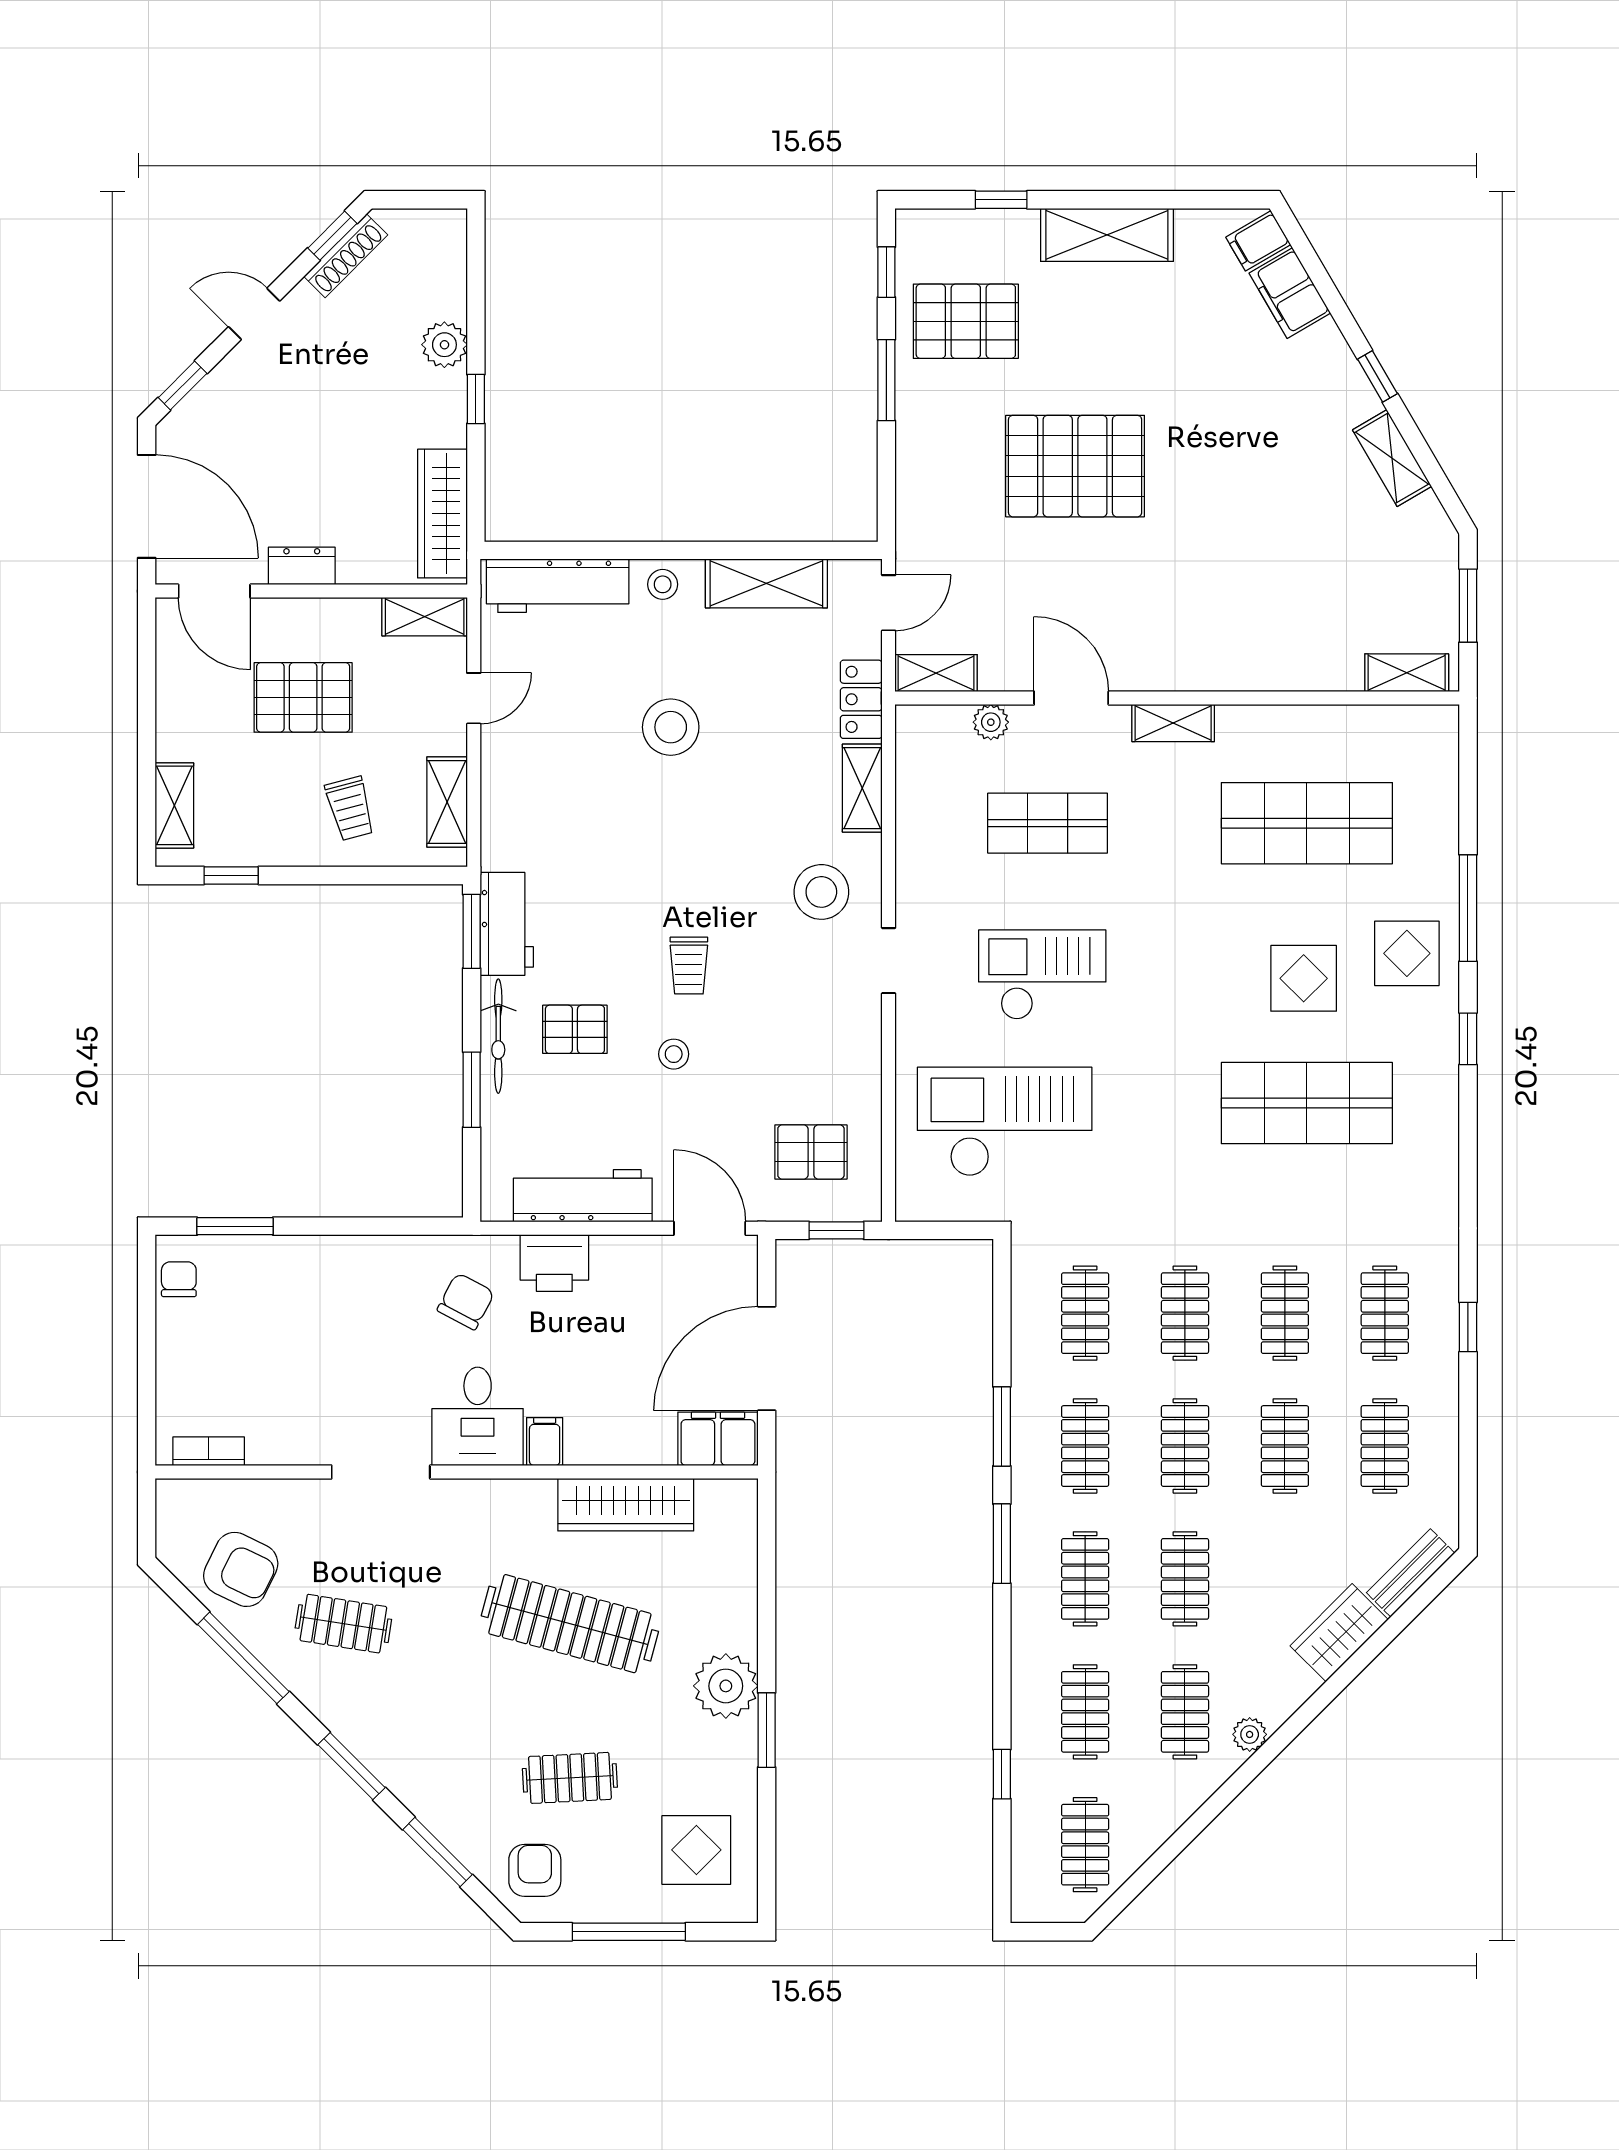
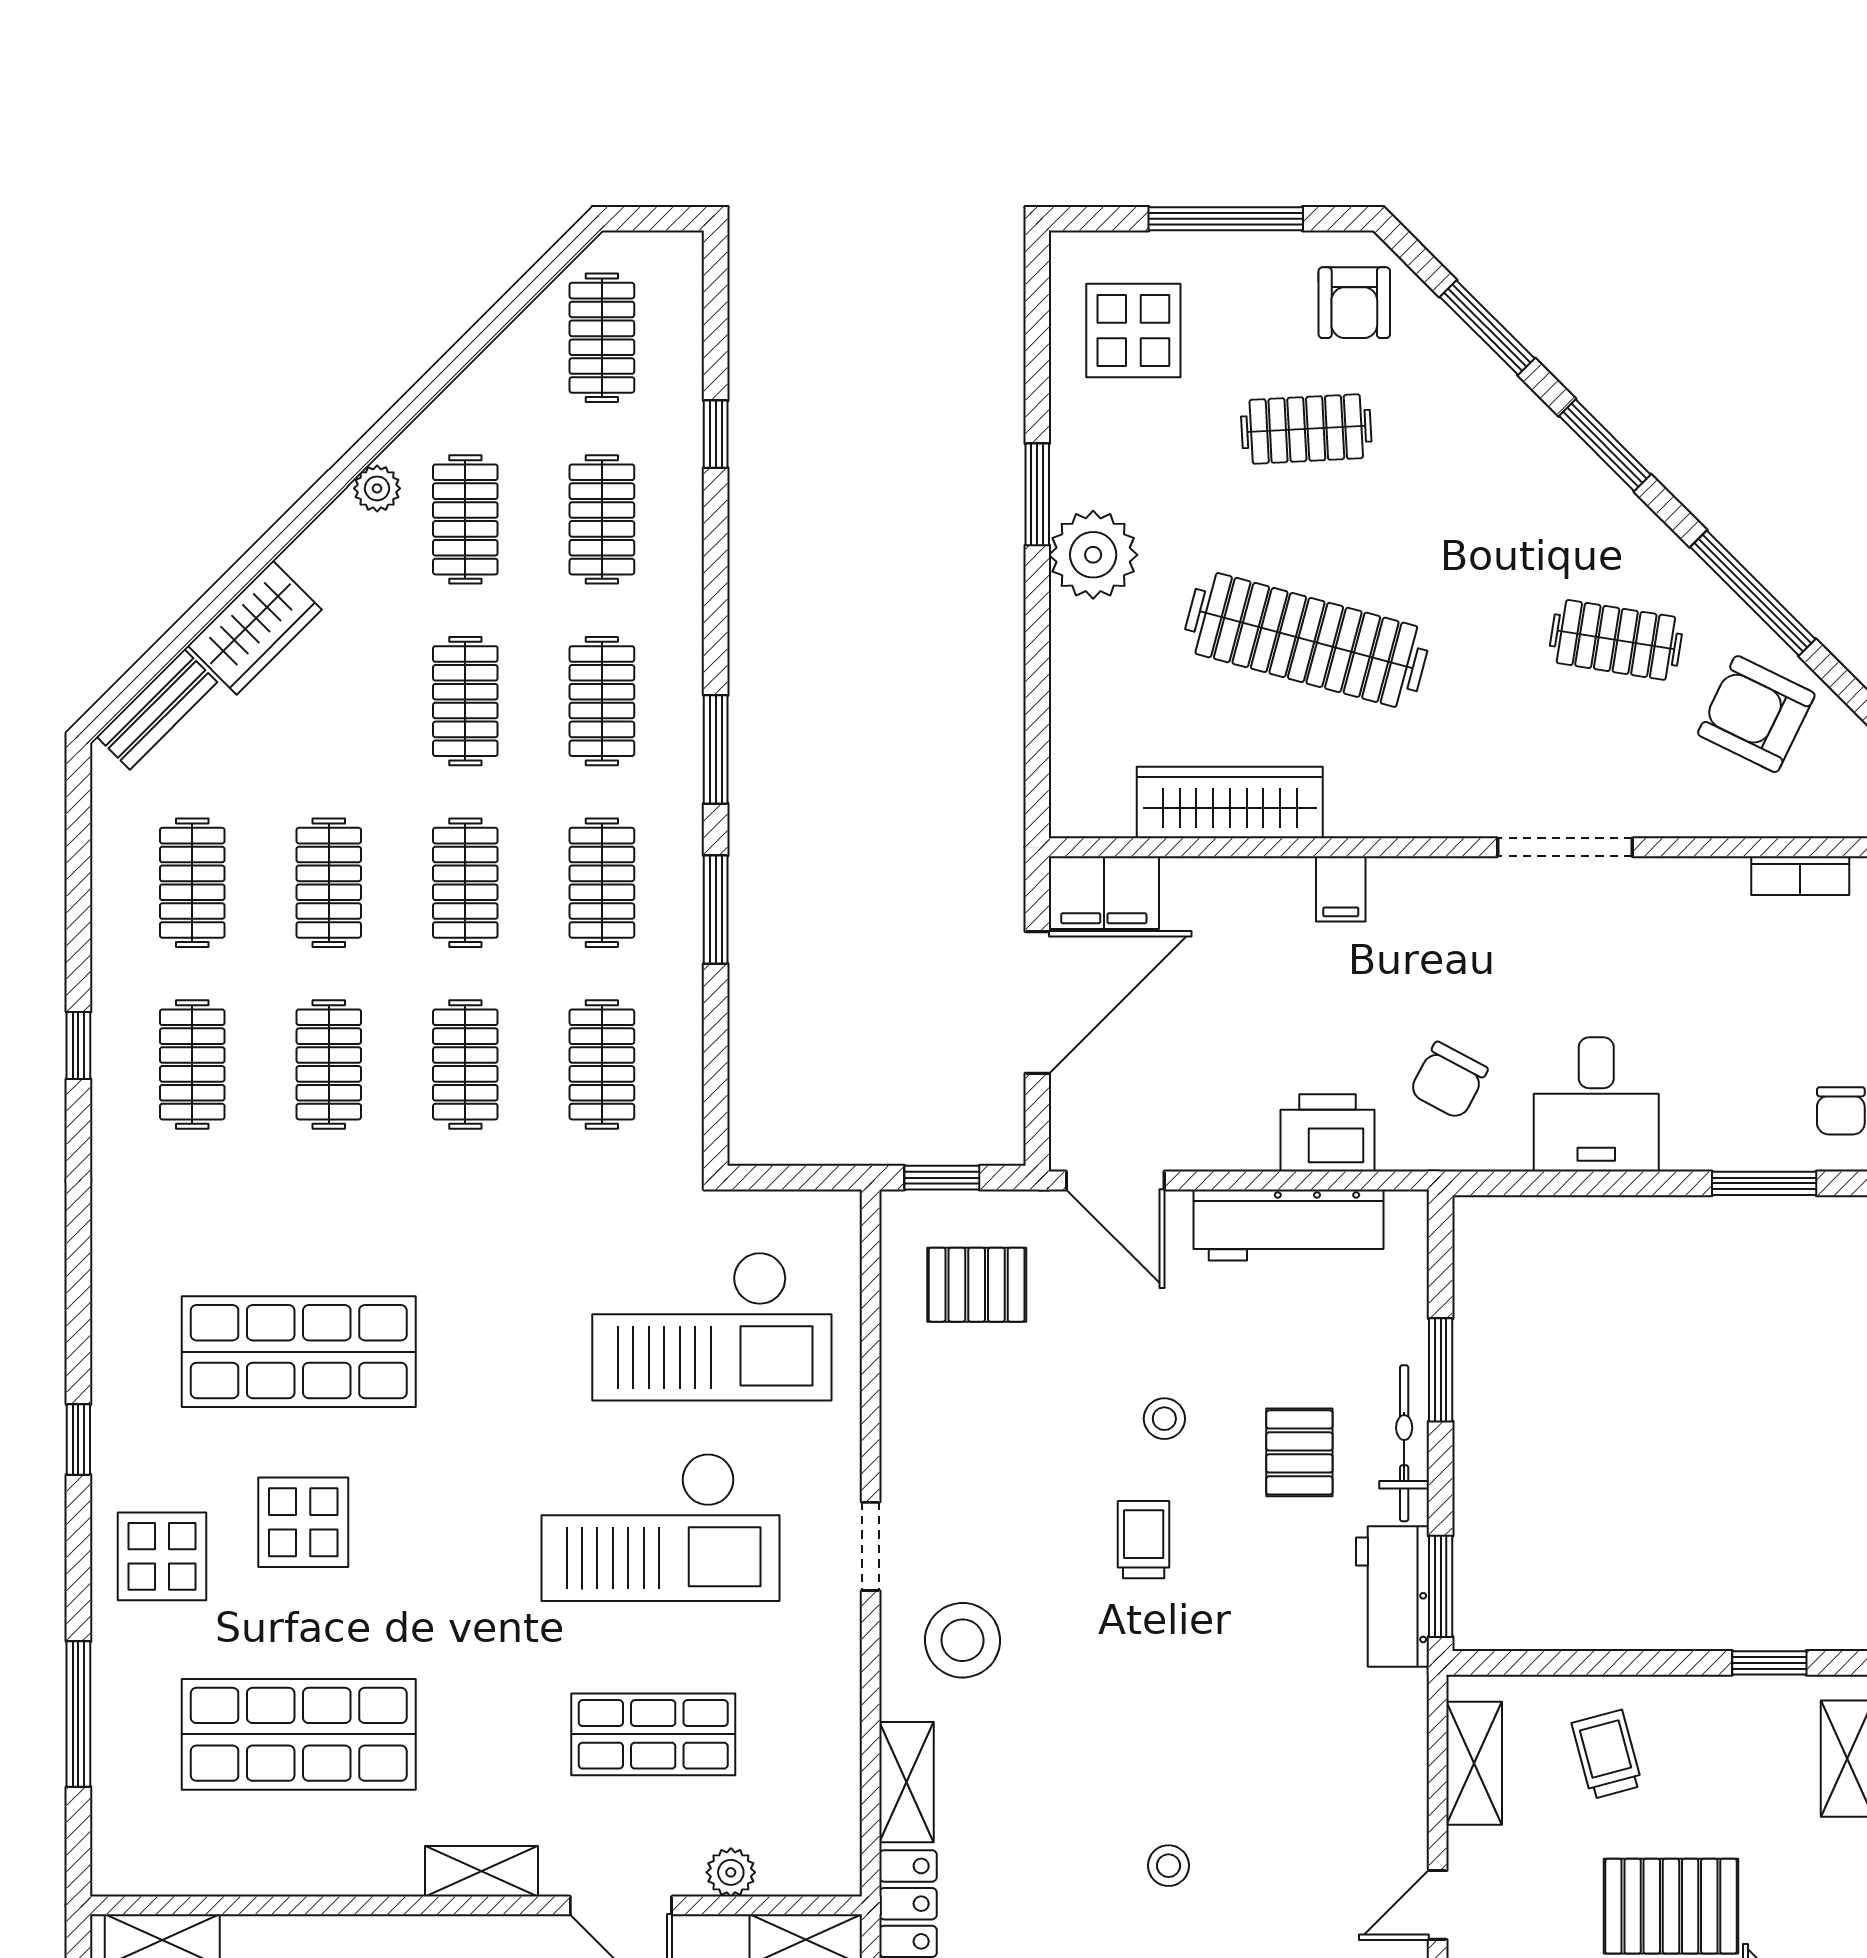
stool: (671, 727) -> (1168, 1866), width x0.53, depth x0.53
window: (1468, 908) -> (78, 1714), moved
checkout: (1042, 975) -> (660, 1527), width x1.36, depth x1.21
pallet: (575, 1029) -> (1299, 1452), turned 90
desk: (478, 1416) -> (1596, 1104), moved, turned 180

